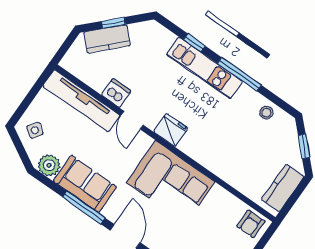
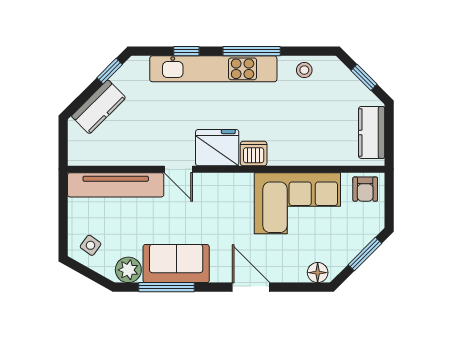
window: (113, 23) -> (110, 71), moved
kitchen unit: (204, 68) -> (213, 69), width x1.36
dishwasher: (116, 93) -> (254, 154), moved
fridge: (171, 130) -> (217, 148), width x1.36, depth x1.34
corner sofa: (171, 182) -> (297, 203), moved
window: (84, 208) -> (167, 287), moved

